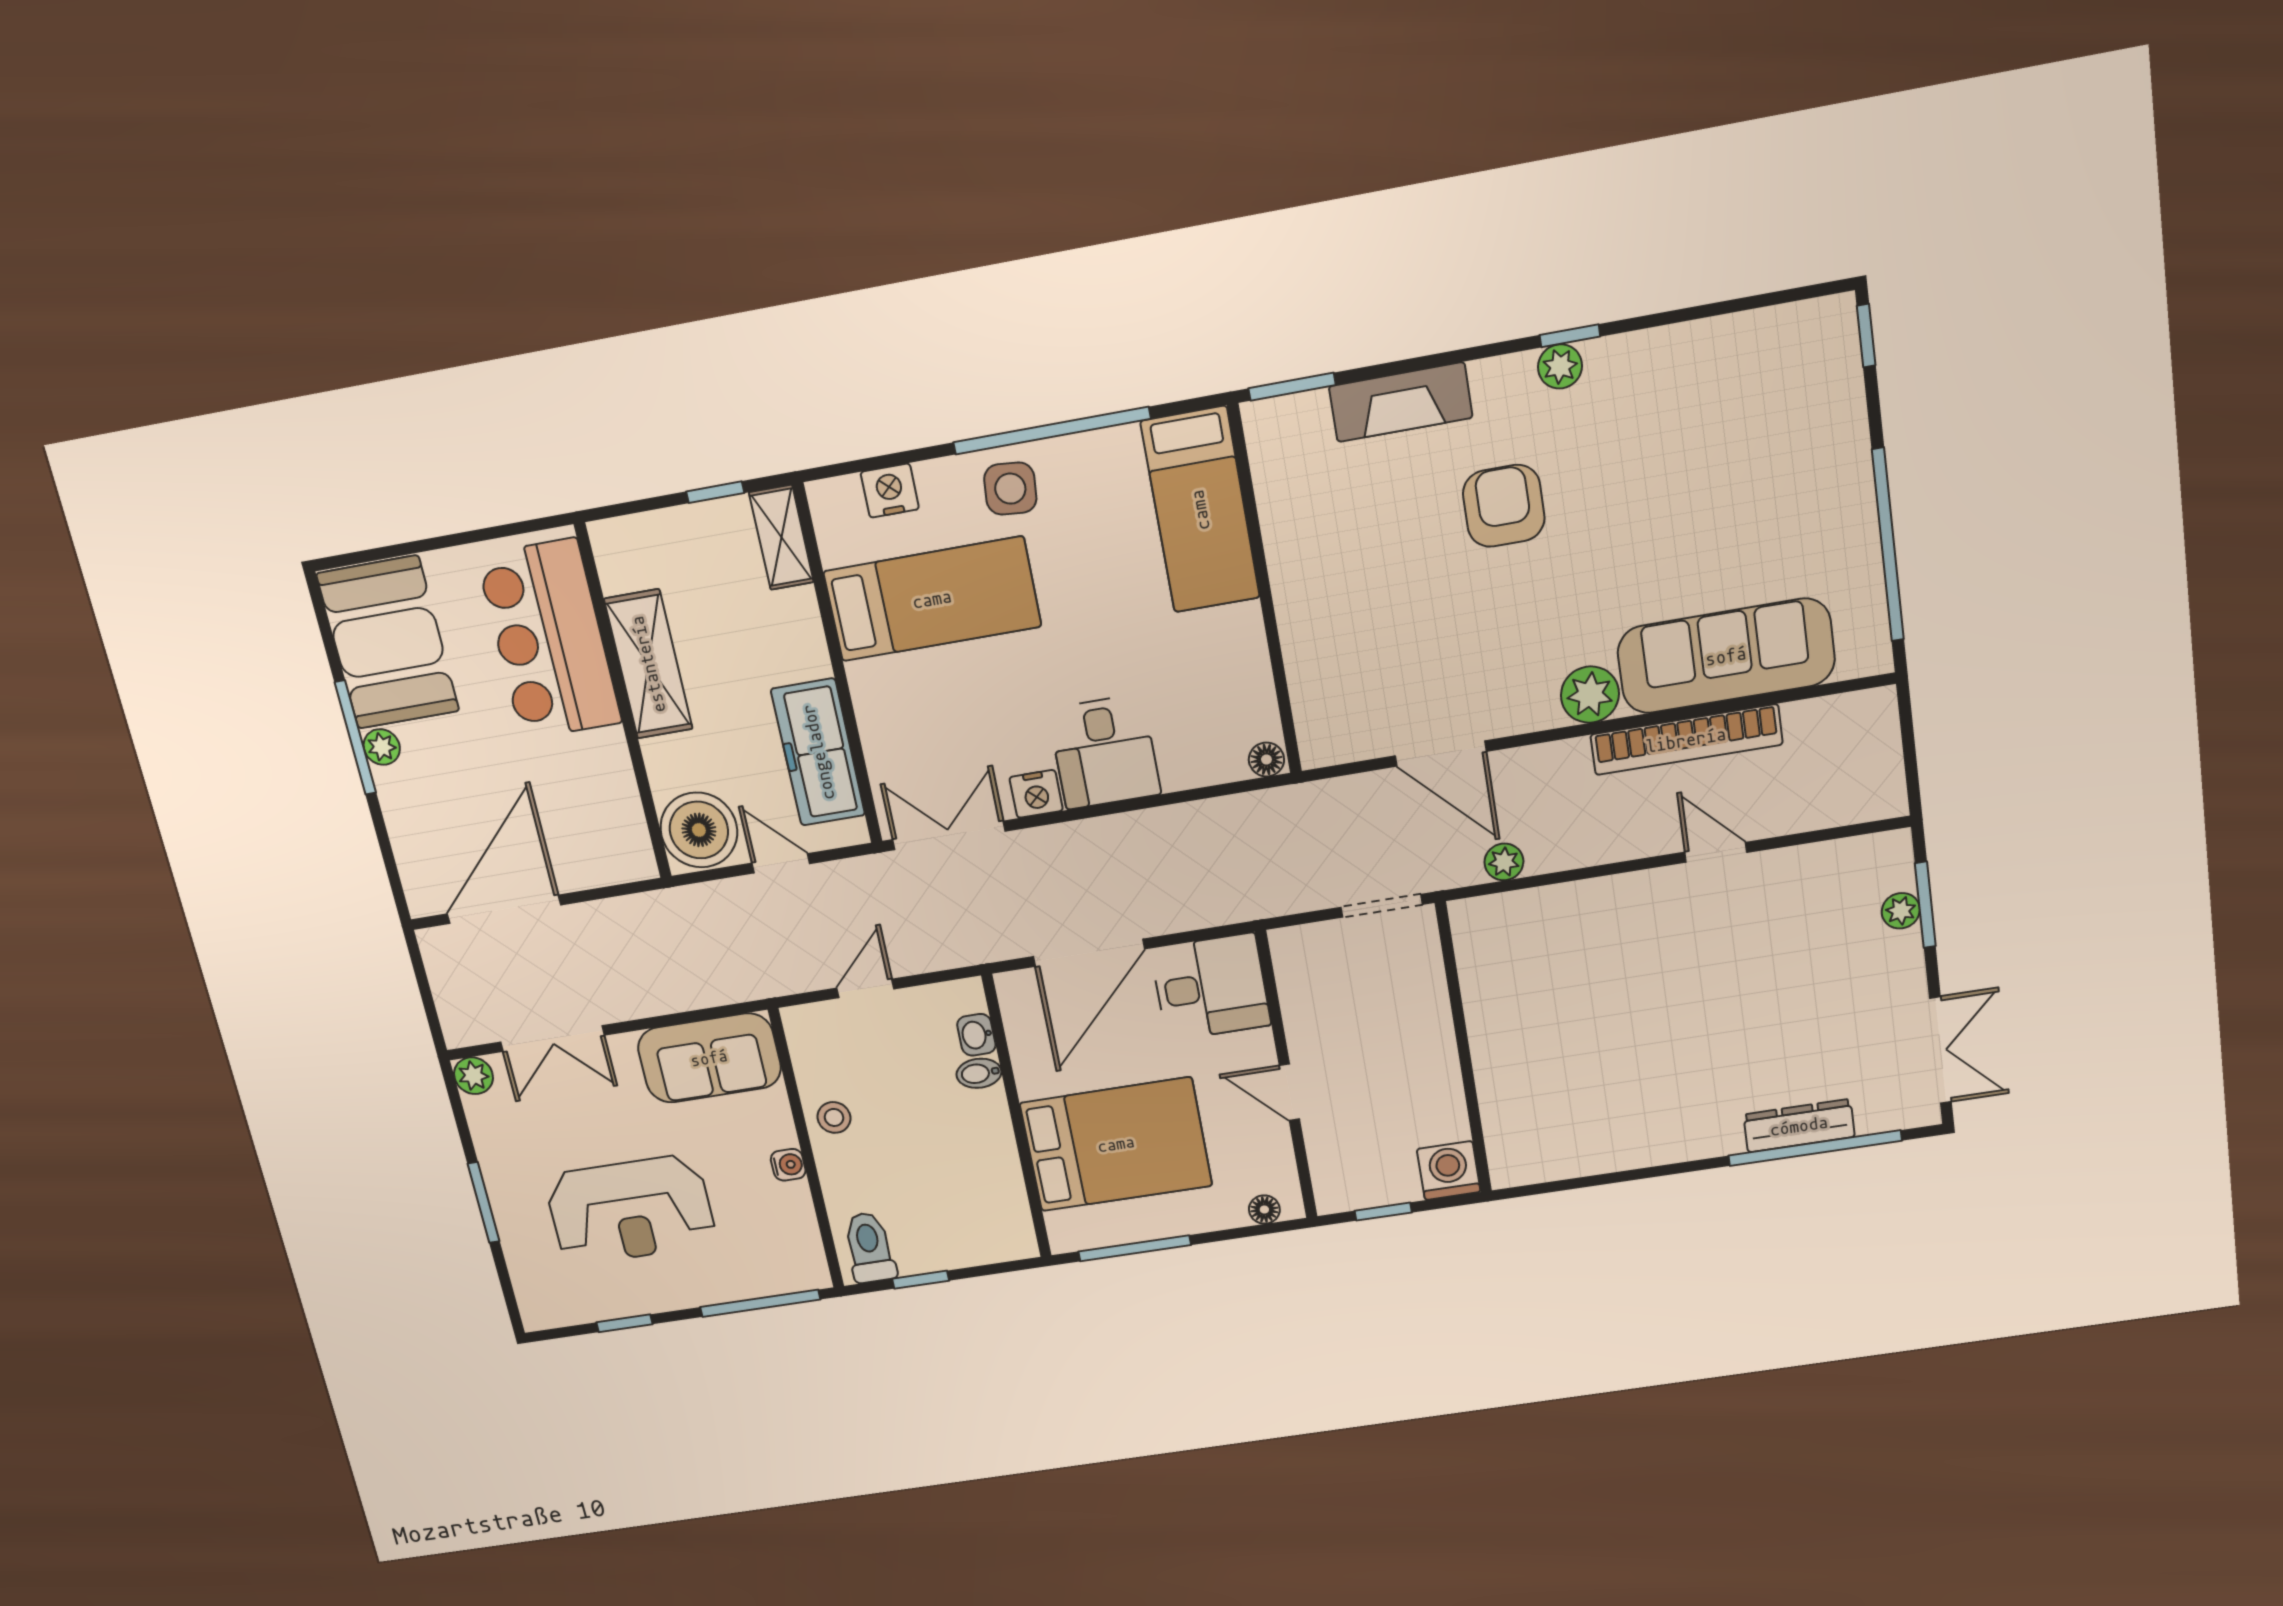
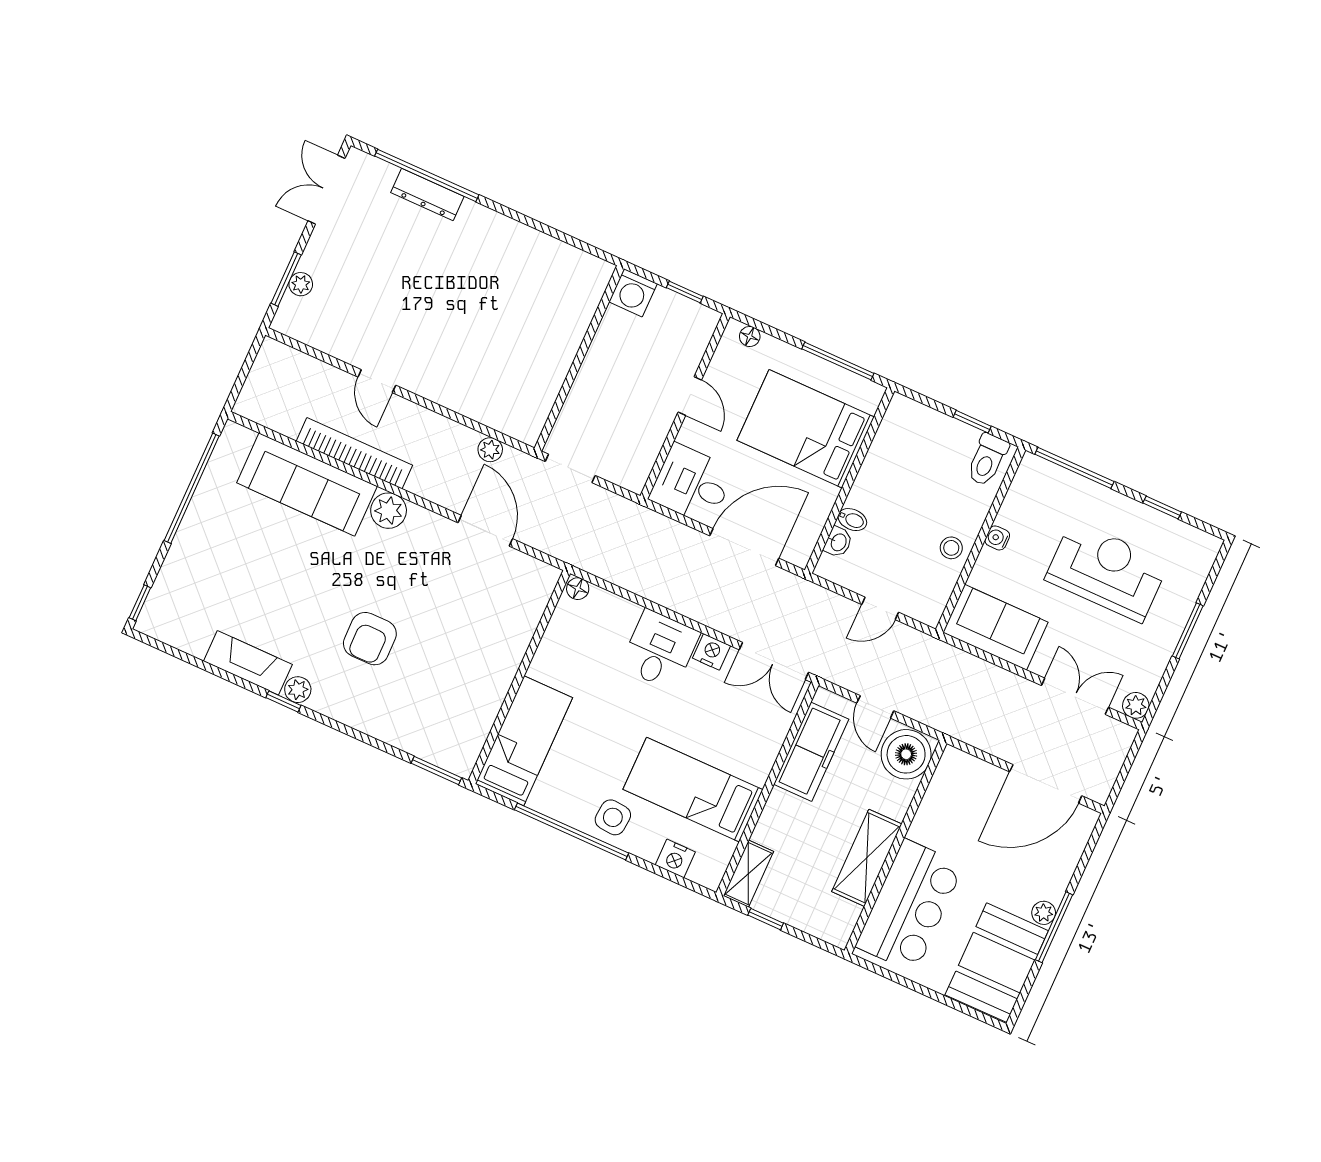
fireplace: (1401, 402) -> (248, 663), moved

